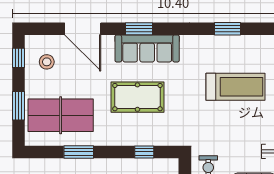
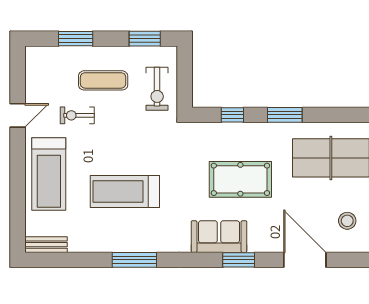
window: (227, 29) -> (134, 260), width x1.44
sofa: (147, 48) -> (219, 237), width x0.73
window: (79, 152) -> (285, 115), moved

